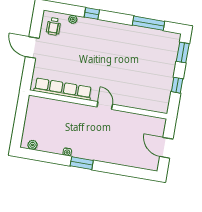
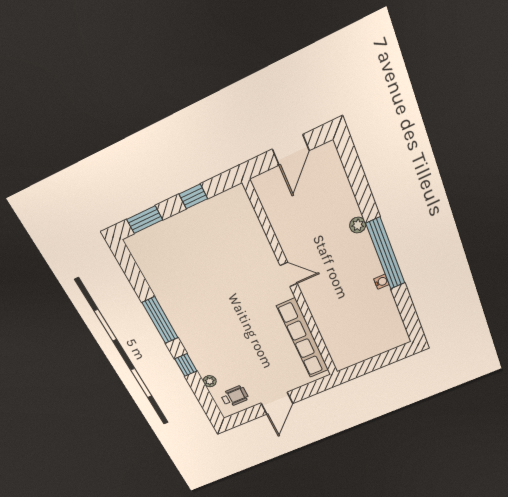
window: (148, 23) -> (160, 320), moved
door: (105, 106) -> (289, 275), swing flipped
plant: (32, 145) -> (358, 225), moved
window: (82, 163) -> (386, 254), width x2.11

